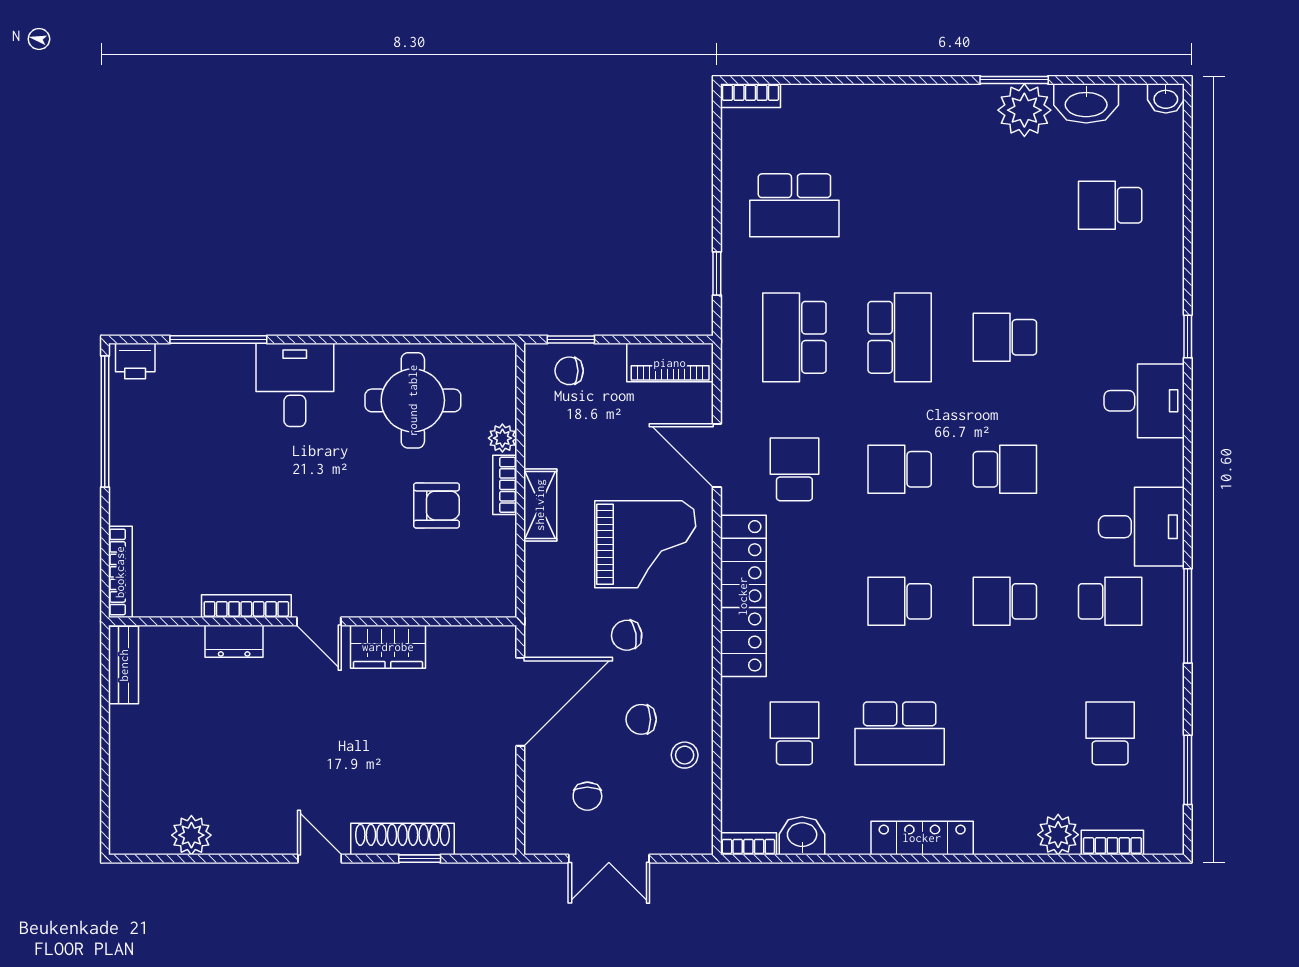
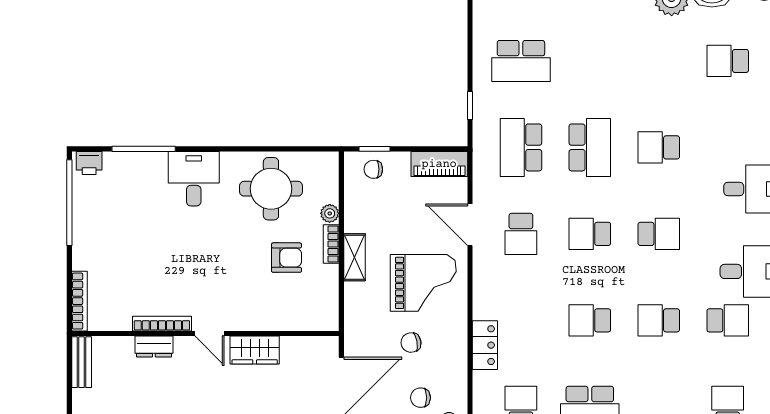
school desk: (794, 469) -> (521, 234), turned 180
locker: (743, 596) -> (485, 345), width x0.46, depth x0.83

